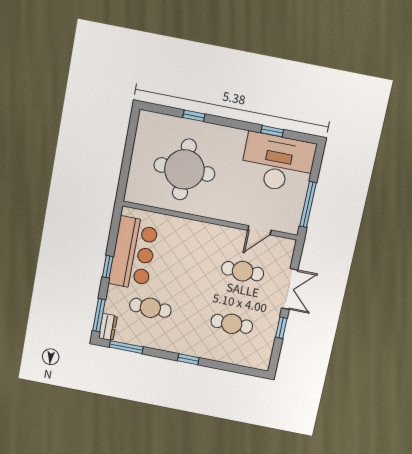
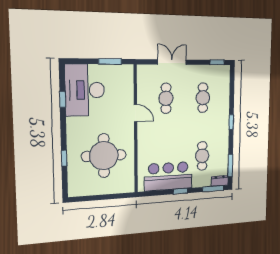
window: (308, 204) -> (110, 61), width x0.69
door: (259, 230) -> (136, 113), moved
window: (281, 328) -> (217, 62), moved

